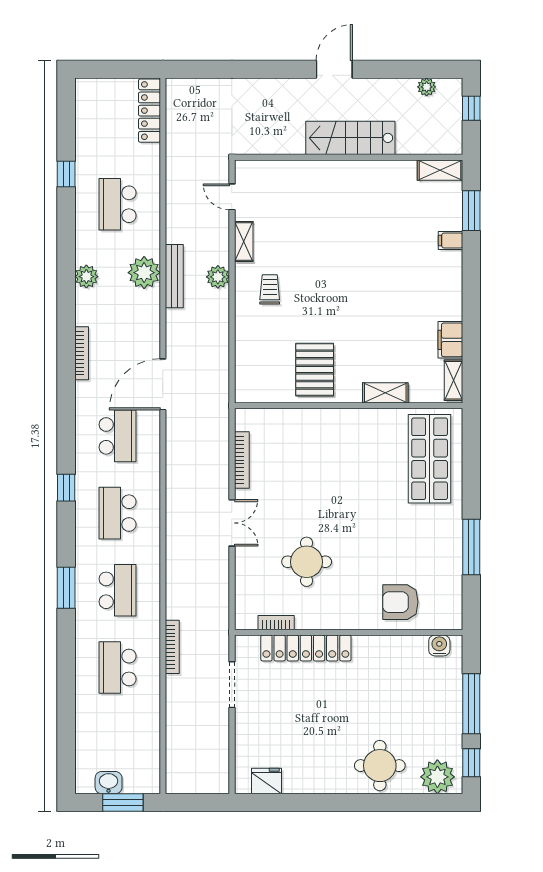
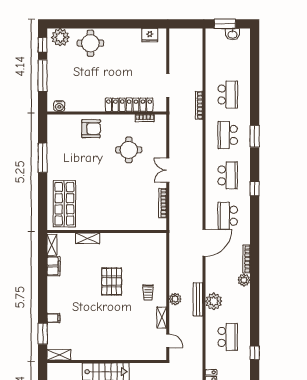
plant: (86, 277) -> (244, 280), moved
pallet: (315, 370) -> (112, 281), moved
armchair: (400, 602) -> (91, 129), moved

